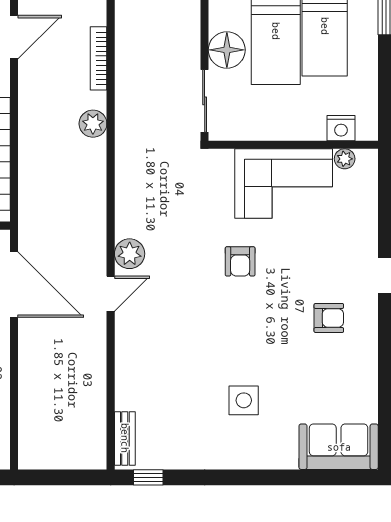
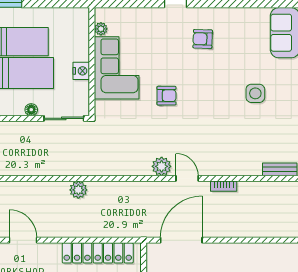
floor lamp: (227, 50) -> (31, 110), width x0.53, depth x0.53
bookcase: (99, 58) -> (224, 186), moved, width x0.64
nightstand: (341, 128) -> (81, 71), moved
armchair: (329, 318) -> (203, 39), turned -88

